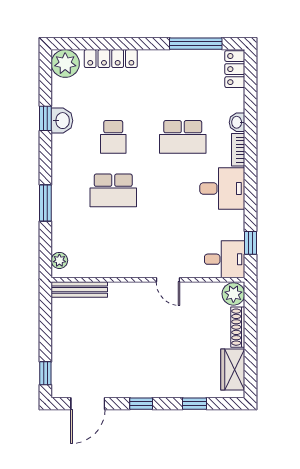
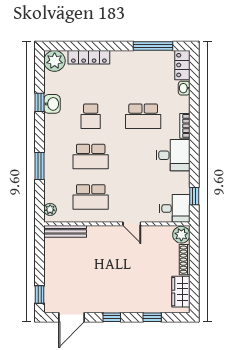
washbasin: (237, 122) -> (184, 88), moved
school desk: (113, 244) -> (91, 197), added

